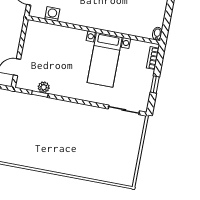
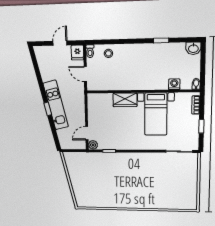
washing machine: (52, 14) -> (174, 84), moved
wardrobe: (71, 36) -> (125, 100), added
plant: (44, 87) -> (93, 145), moved

